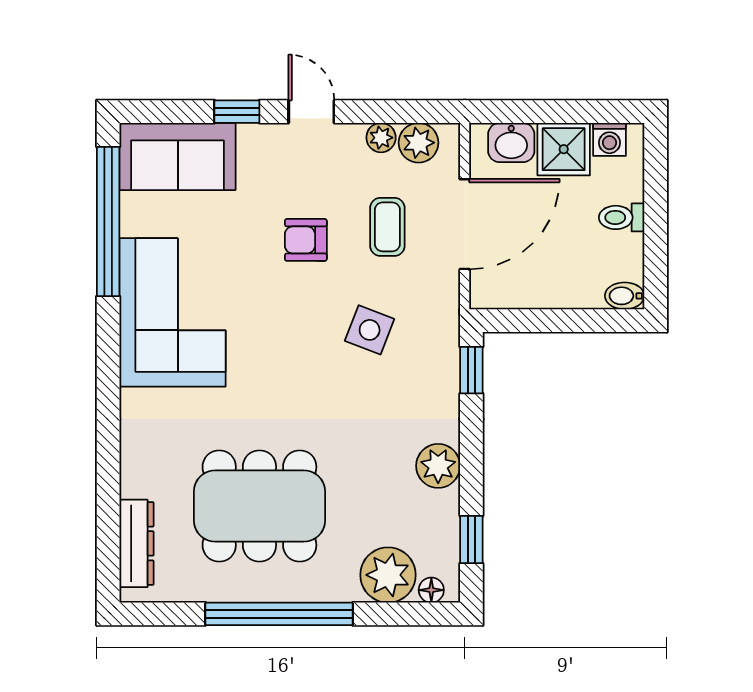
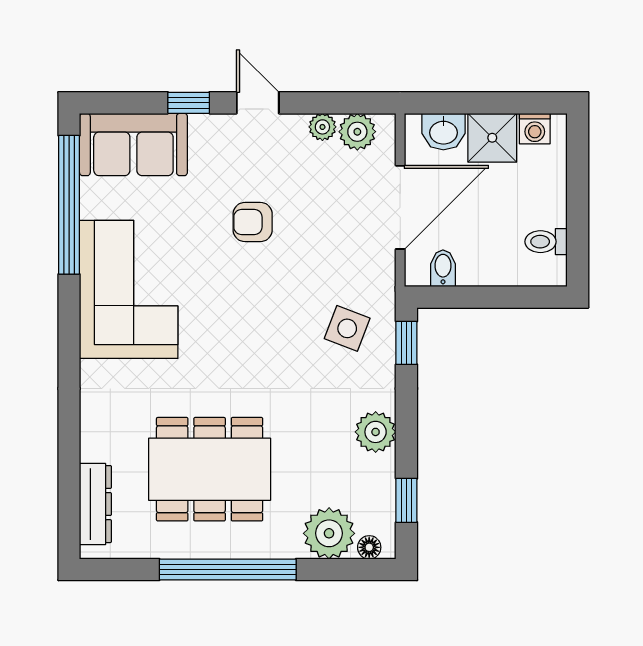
toilet: (622, 217) -> (546, 242), moved
coffee table: (387, 227) -> (328, 210), removed
bidet: (625, 296) -> (443, 268), moved, turned 90
side table: (370, 330) -> (347, 328), moved

